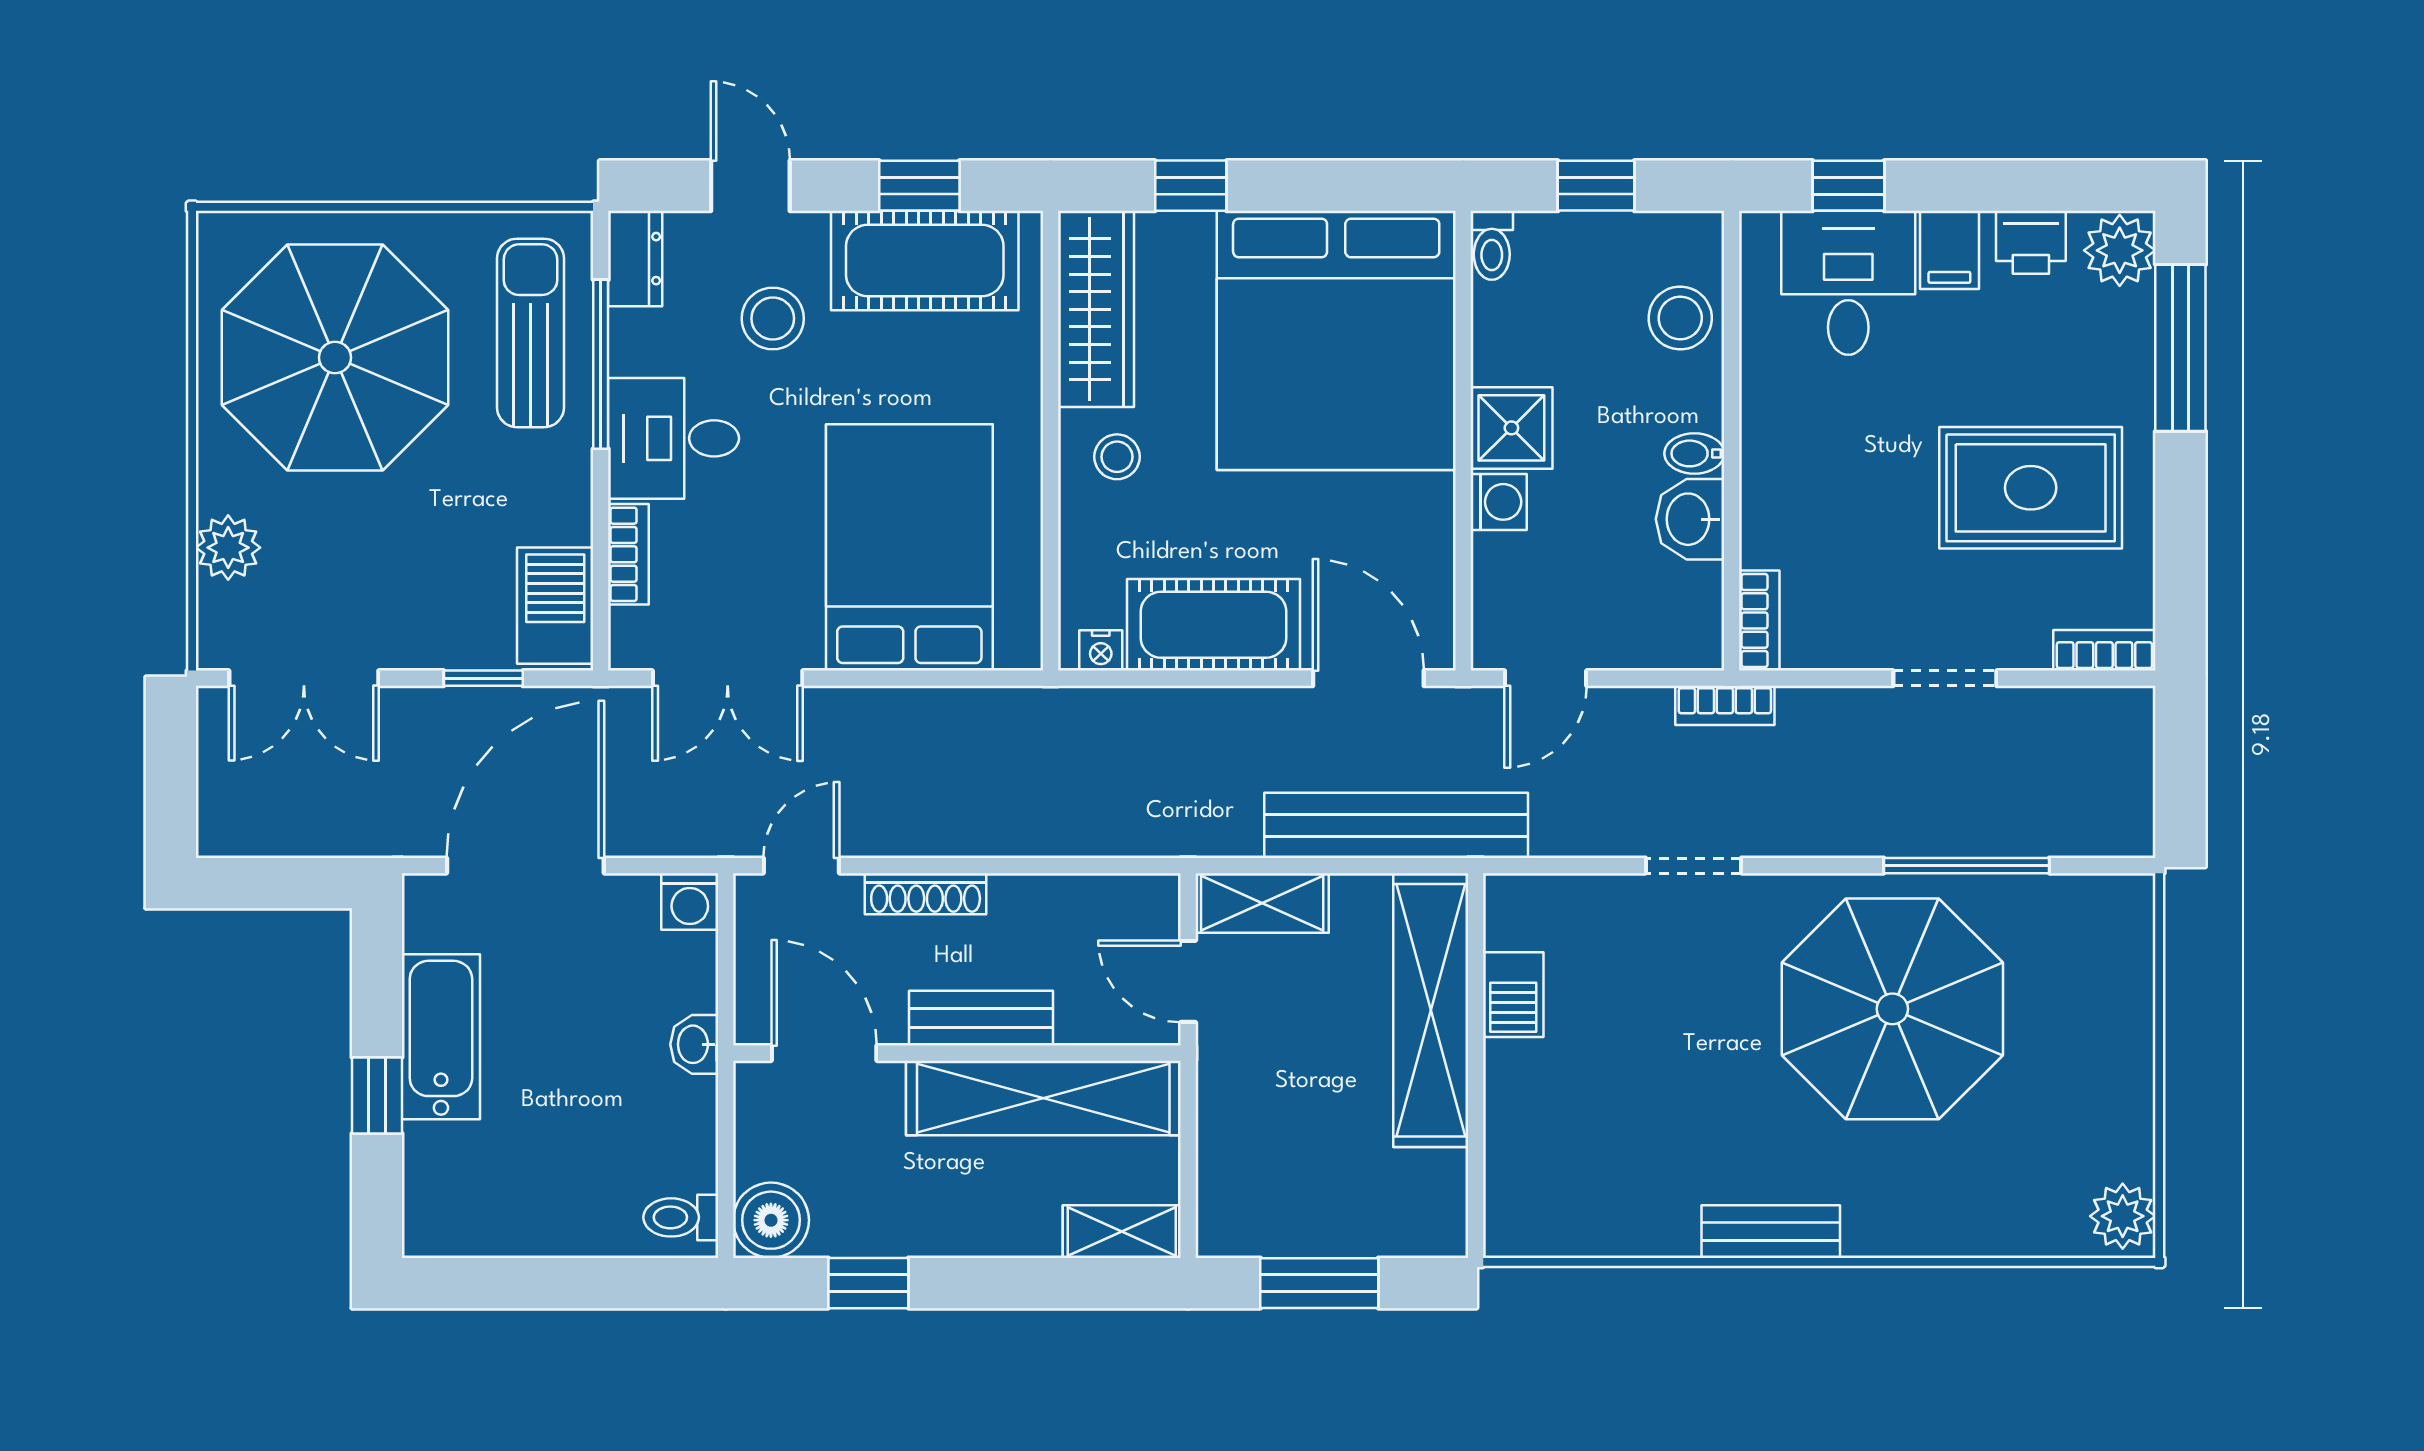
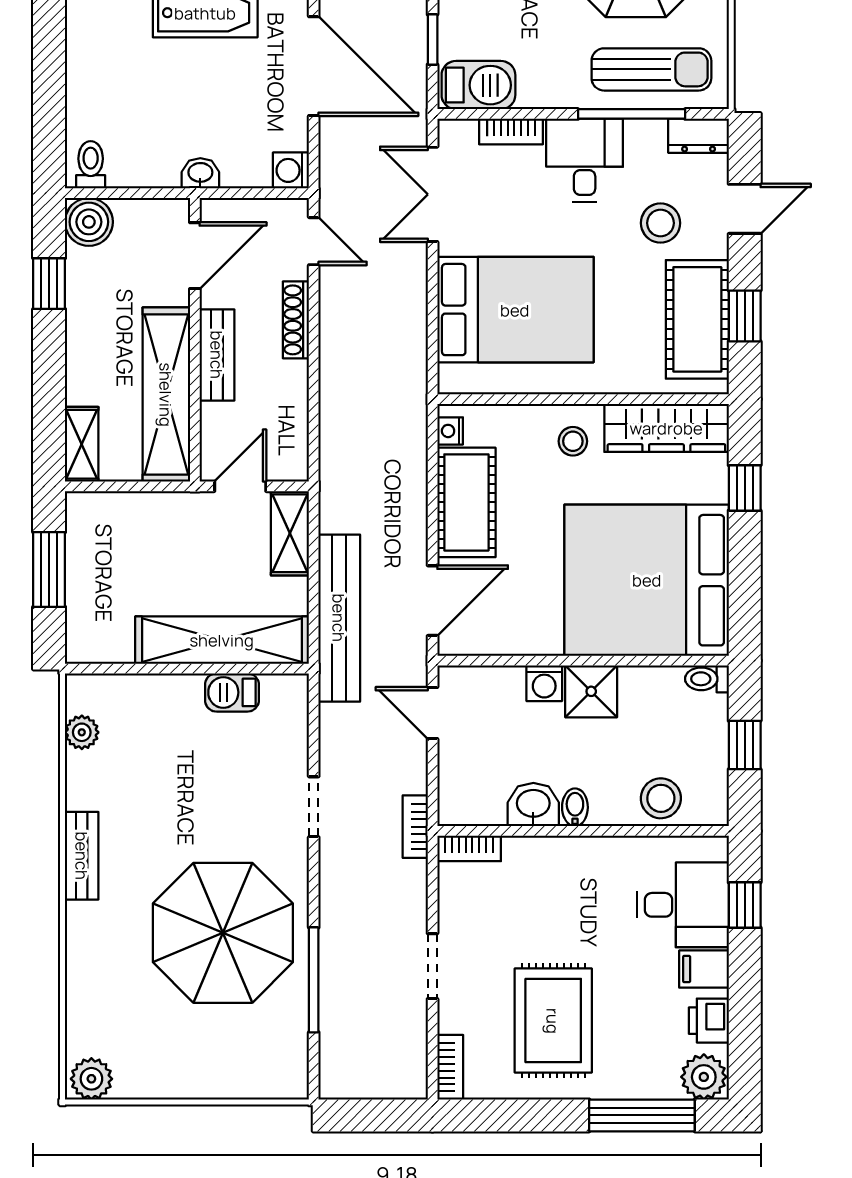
plant: (1576, 1231) -> (82, 732), added

